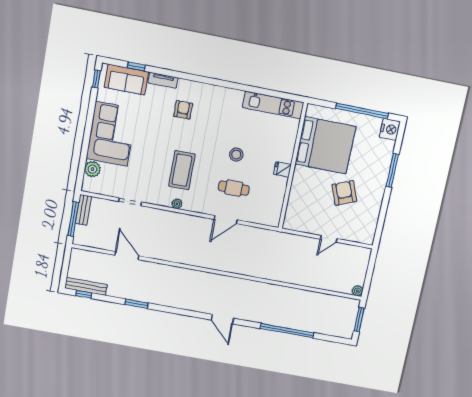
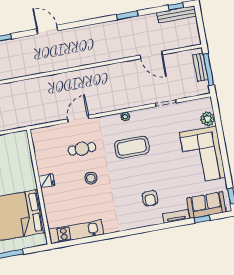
coffee table: (182, 170) -> (132, 147), turned 90
bench: (83, 210) -> (200, 67), moved

